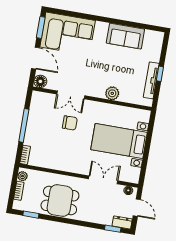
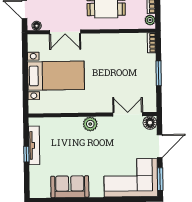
door: (35, 58) -> (160, 146), swing flipped
plant: (112, 93) -> (90, 124), moved
double door: (71, 95) -> (128, 114), moved
chair: (70, 123) -> (111, 85), removed
window: (24, 125) -> (159, 73), width x0.69

